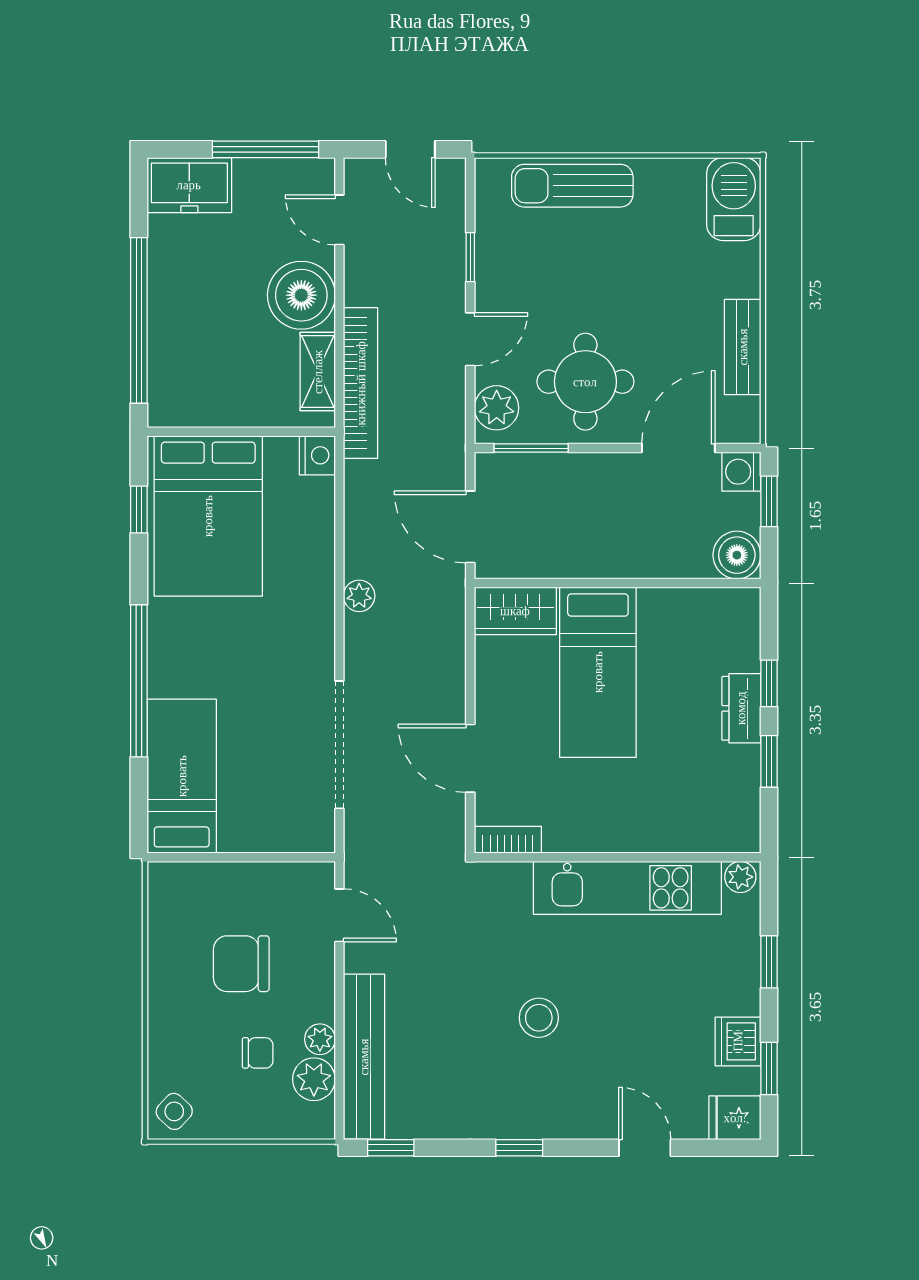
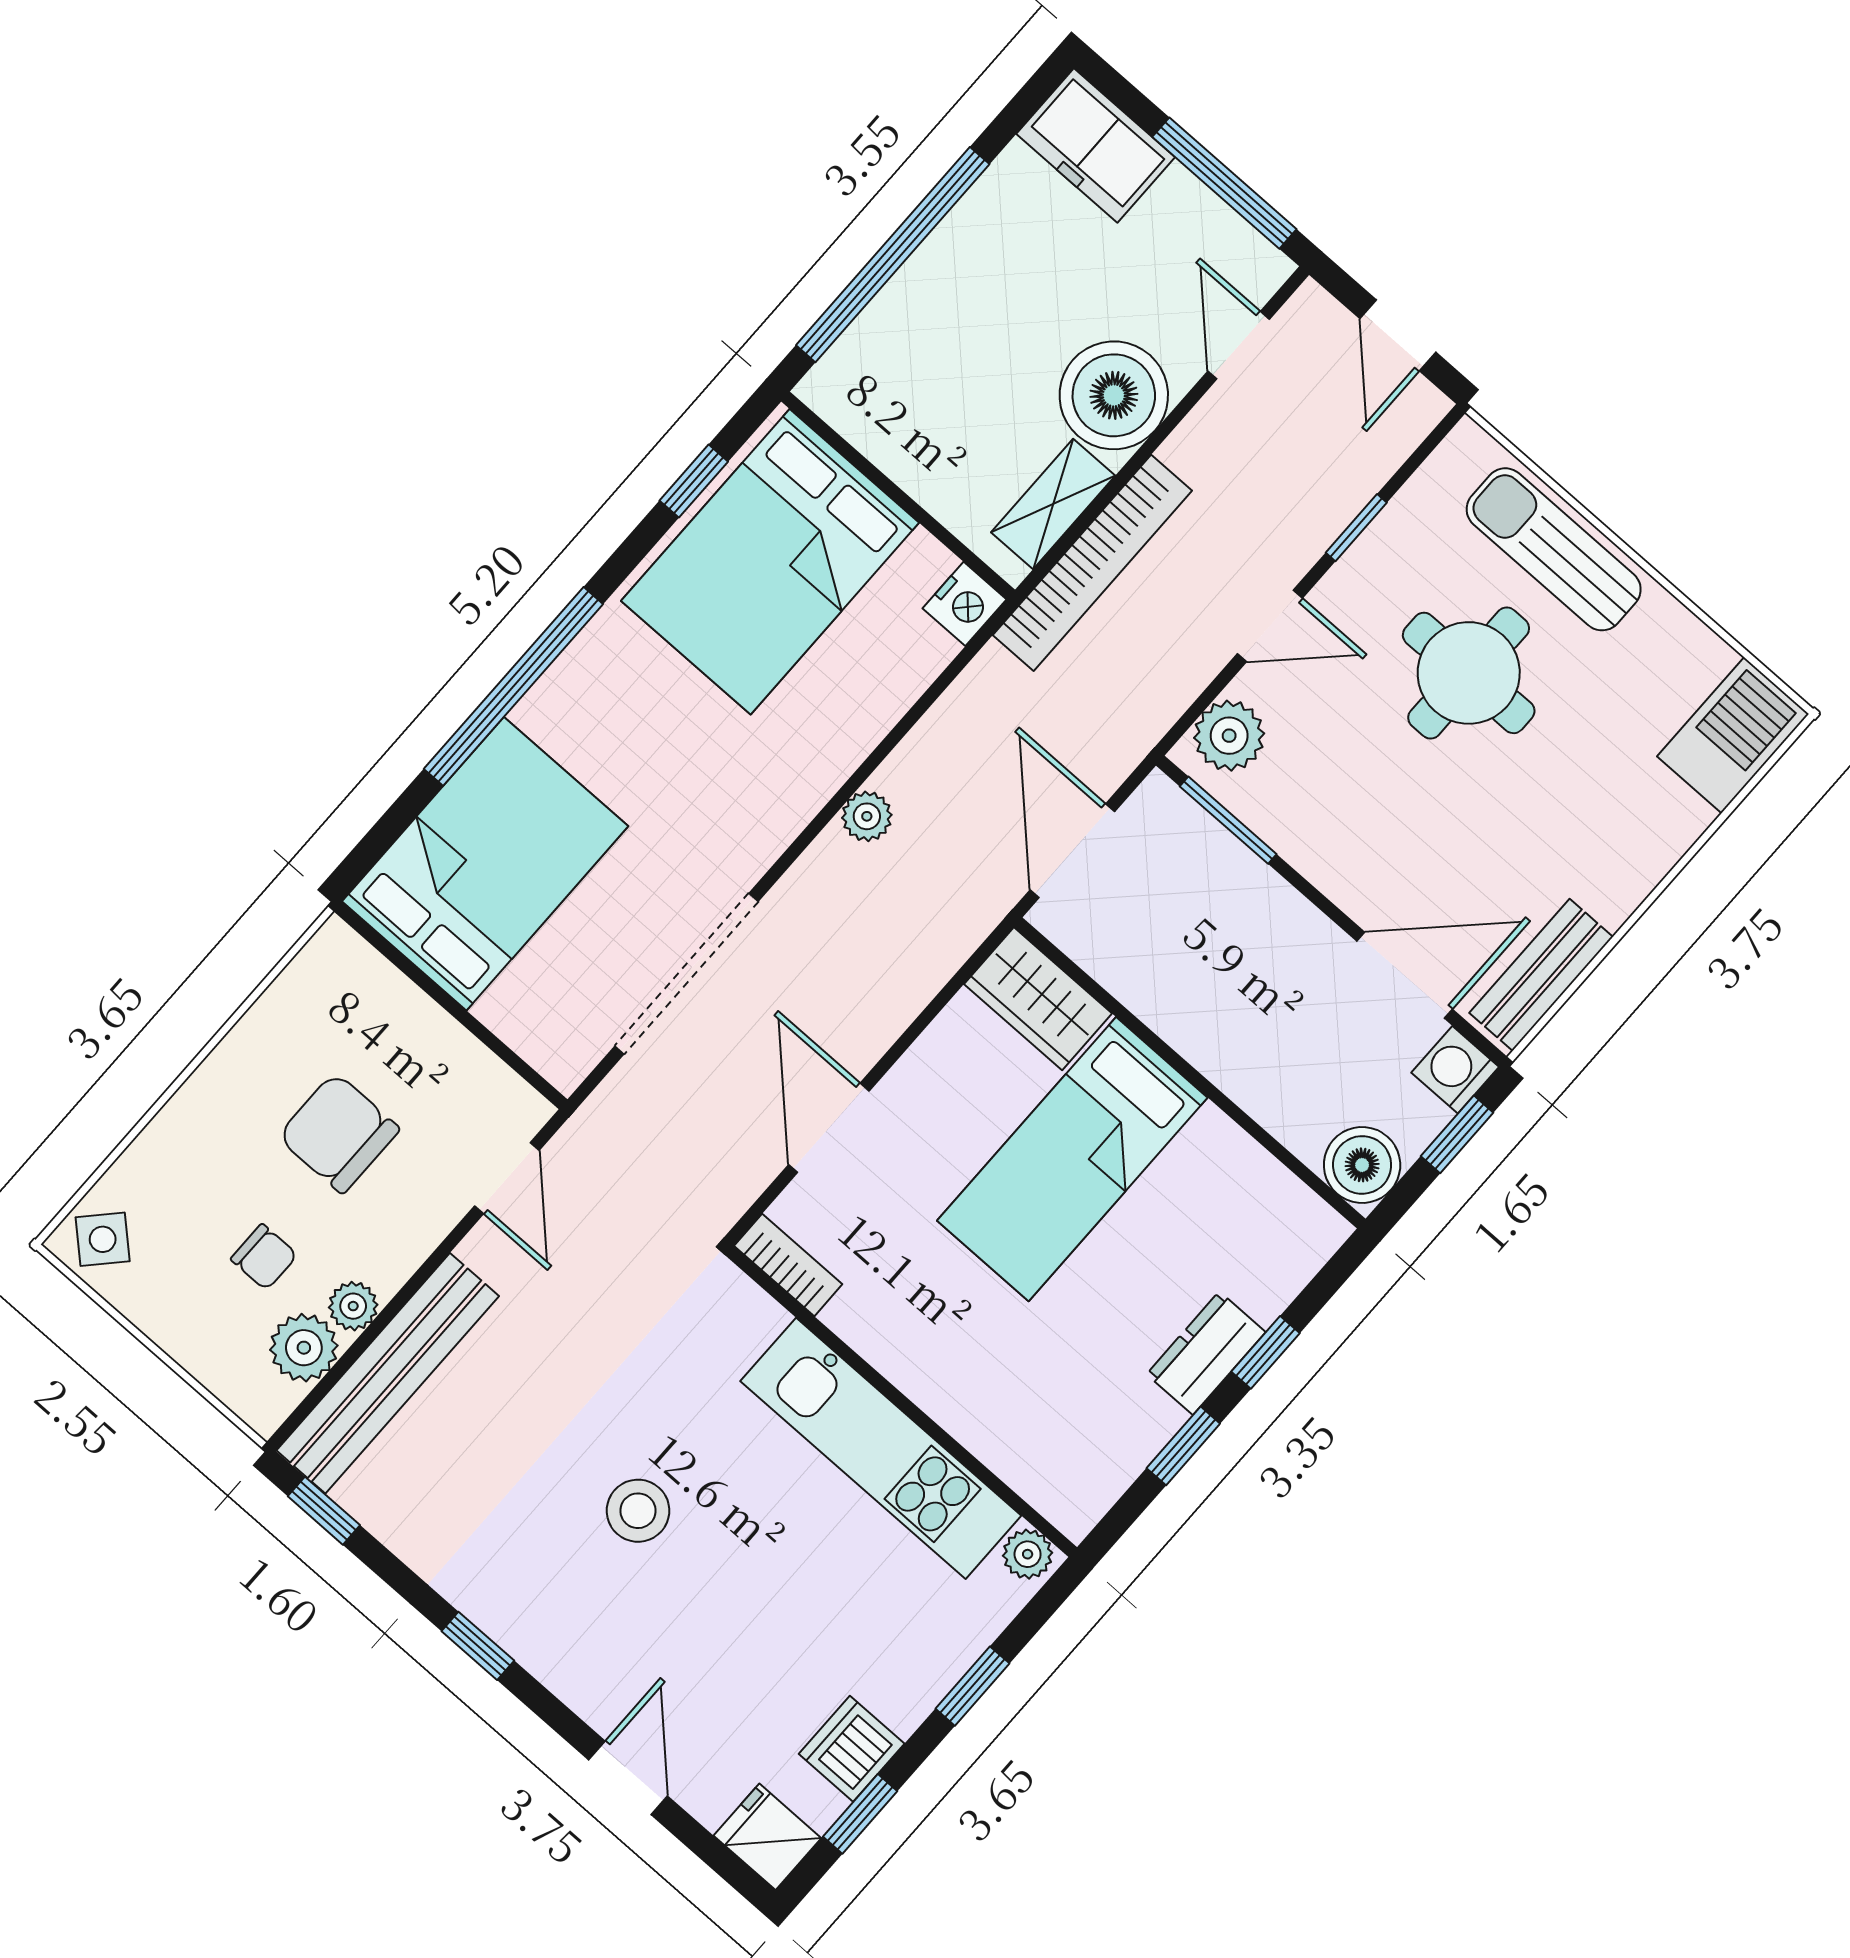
bench: (743, 347) -> (1541, 975), moved
round table: (585, 382) -> (1469, 673), moved
bed: (182, 776) -> (485, 864), width x1.50

